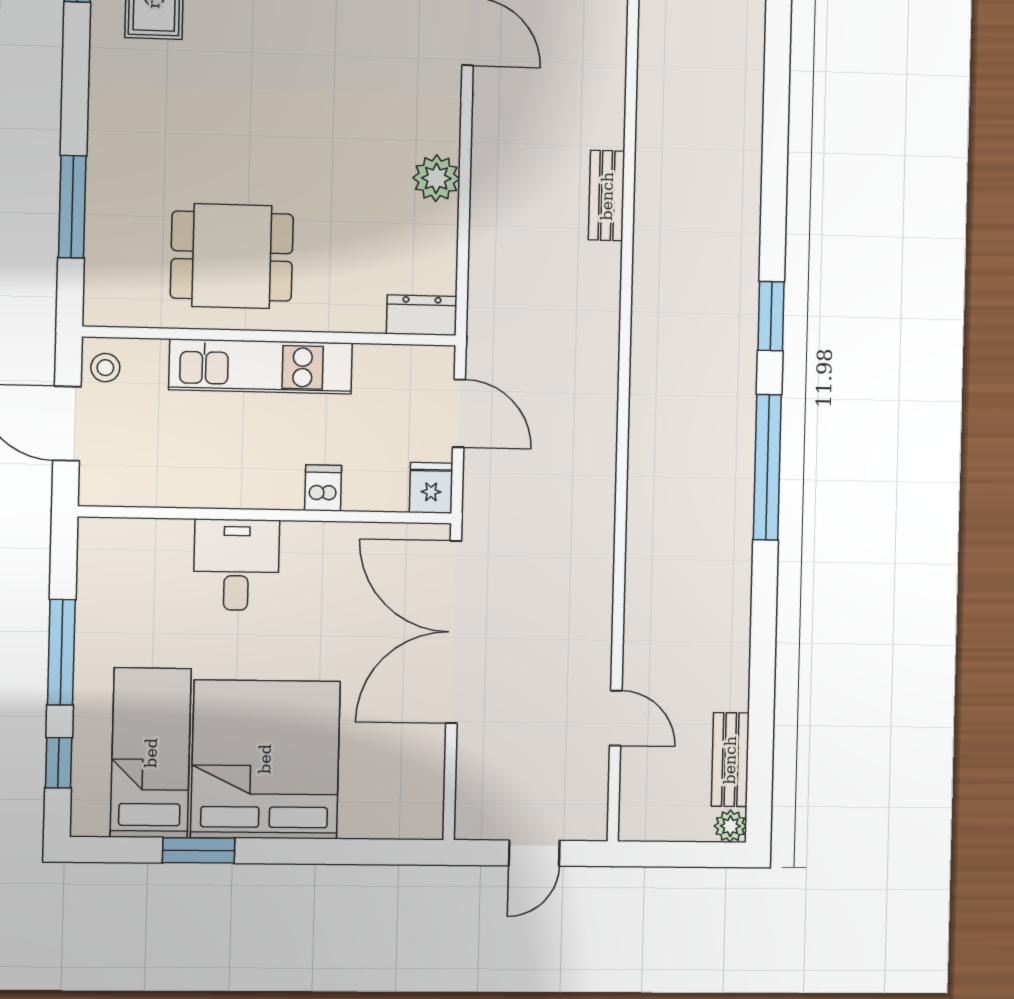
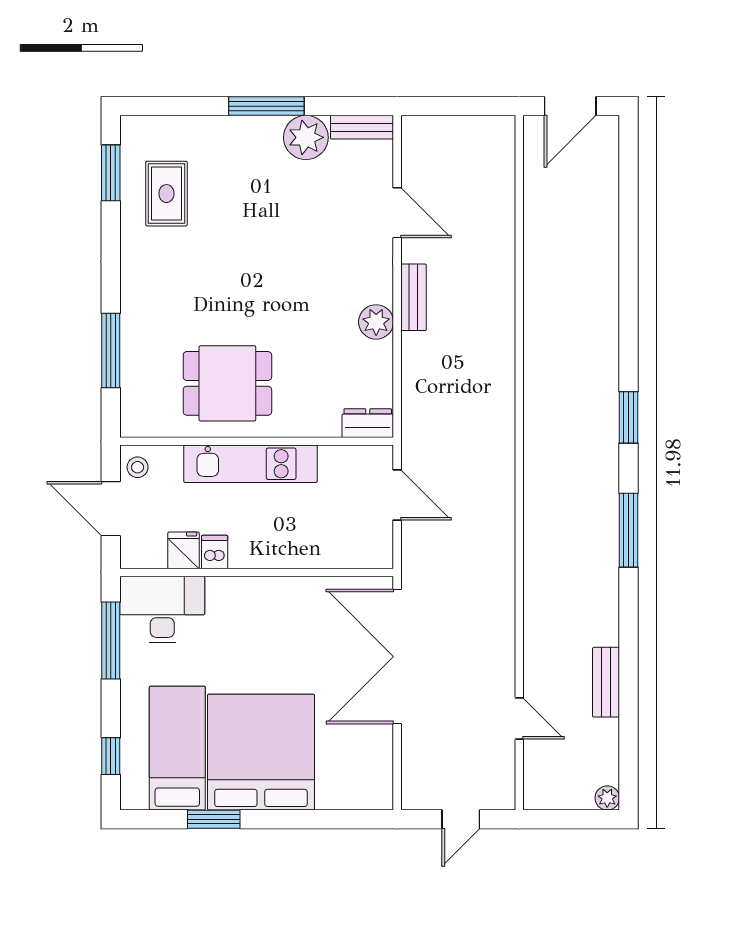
bench: (607, 196) -> (413, 297), moved
window: (767, 467) -> (629, 530), width x0.68
dishwasher: (323, 488) -> (215, 552), moved
fridge: (431, 488) -> (184, 550), moved
desk: (236, 565) -> (162, 610), moved, width x1.37
window: (61, 652) -> (111, 640), moved
bench: (730, 760) -> (606, 682), moved

